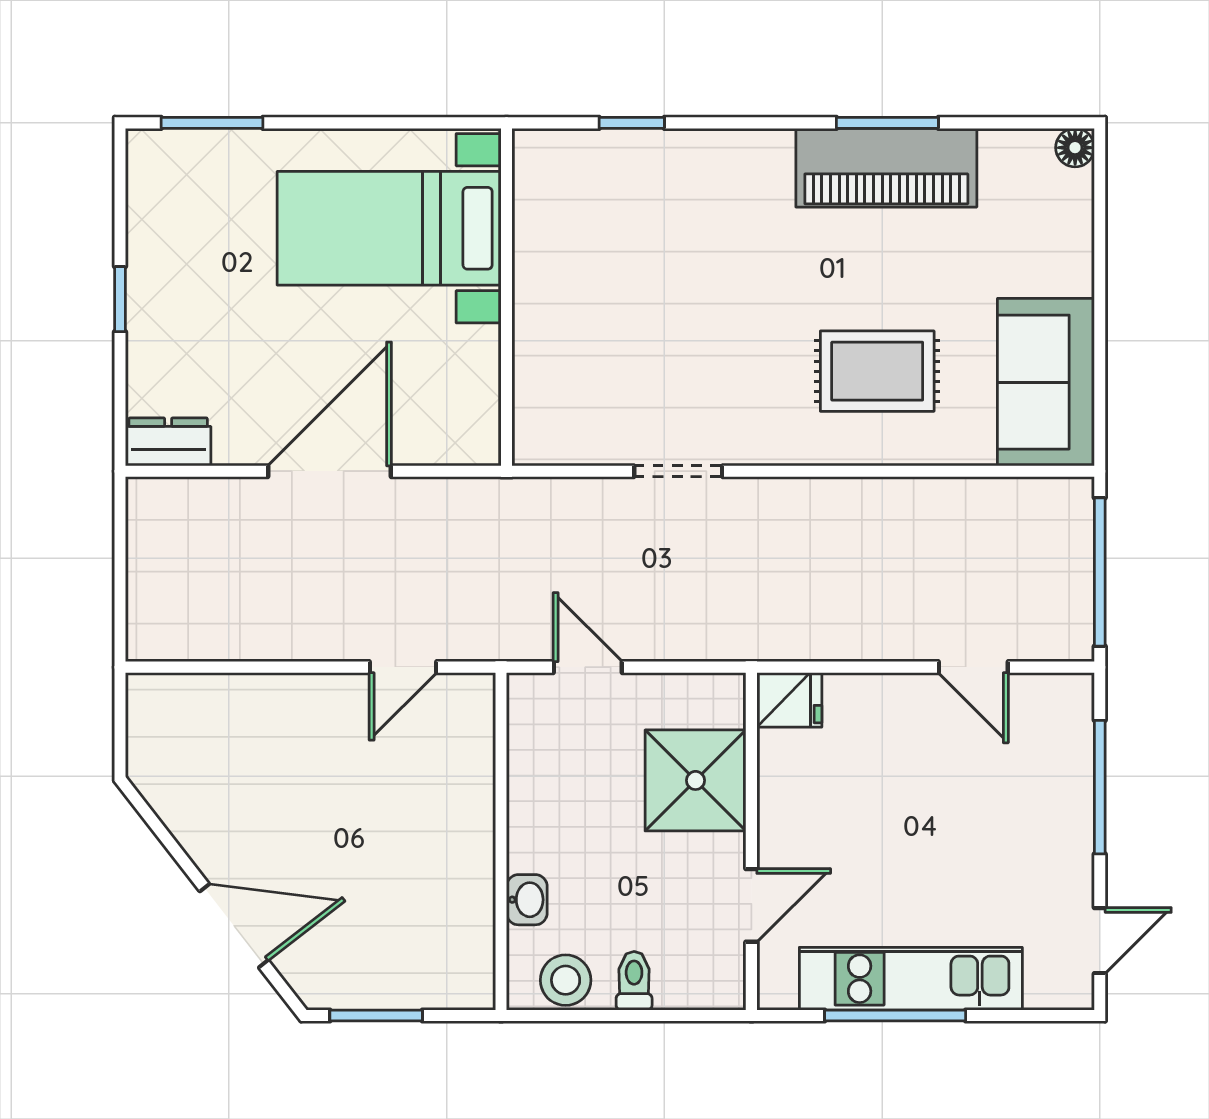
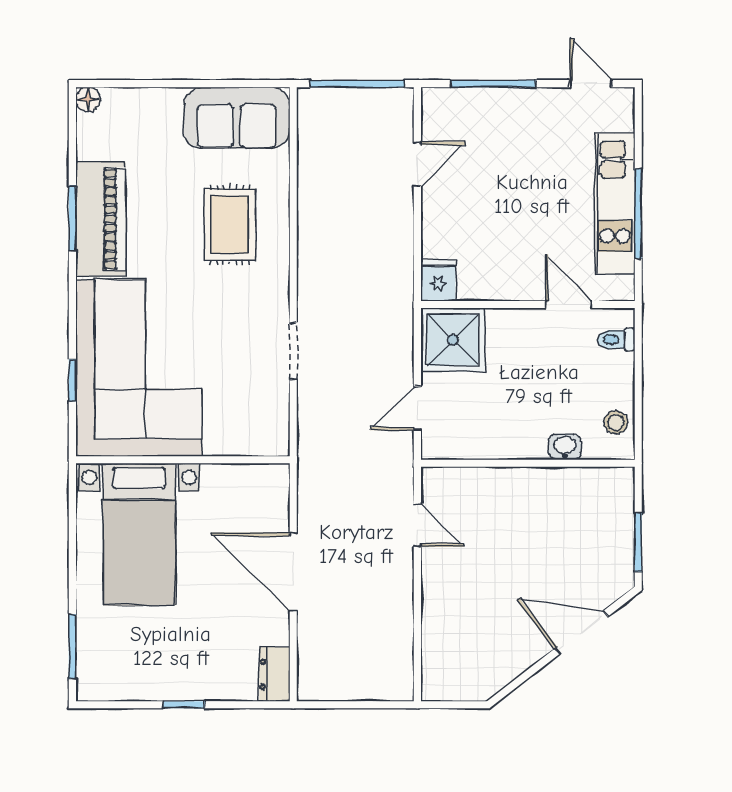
corner sofa: (652, 228) -> (139, 368), added
shower: (696, 780) -> (453, 340), moved
door: (234, 926) -> (581, 632), hinge flipped
stool: (566, 980) -> (616, 422), width x0.73, depth x0.73
toilet: (634, 981) -> (616, 339), moved

